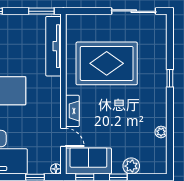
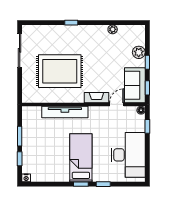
window: (41, 11) -> (20, 136), moved
tv unit: (54, 46) -> (65, 112), moved
rug: (107, 63) -> (60, 71), turned 90

